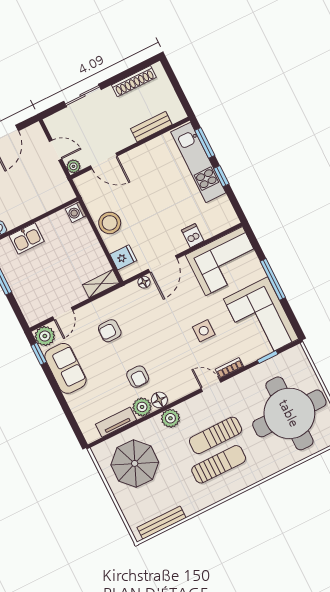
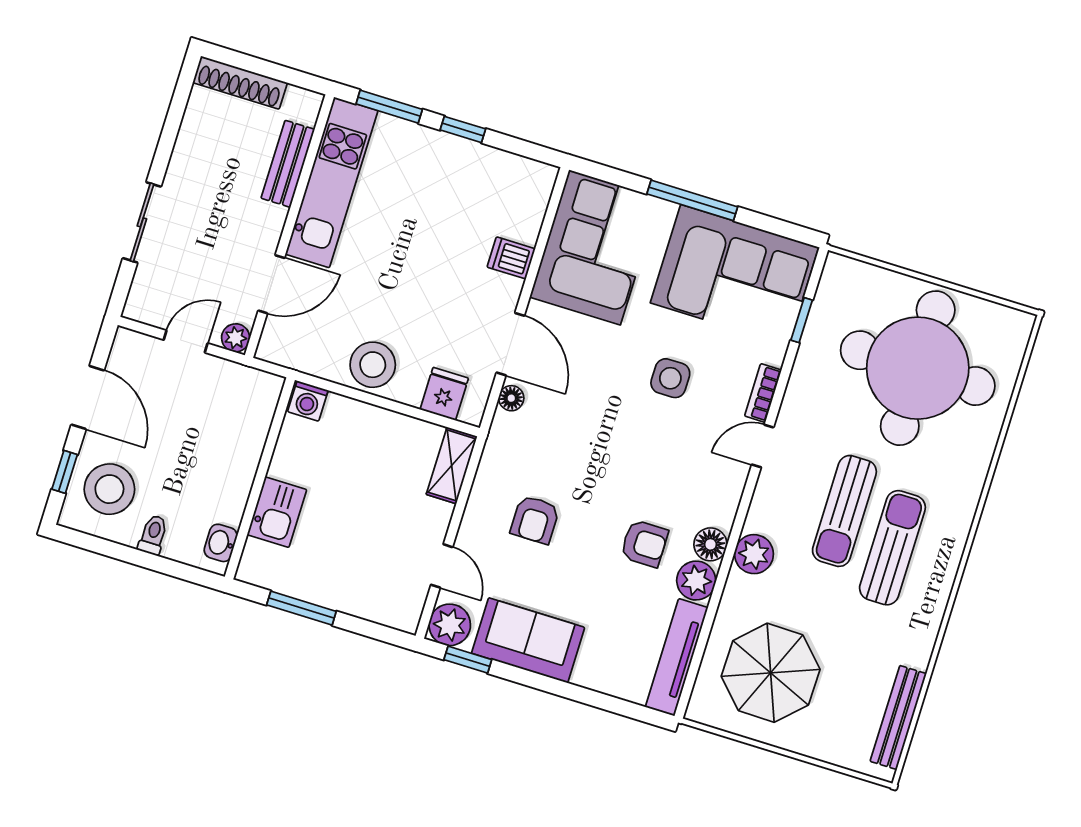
shoe rack: (134, 81) -> (240, 83), moved, turned 90
kitchen unit: (198, 162) -> (332, 182), moved, turned -90
tv unit: (116, 422) -> (677, 657), width x1.41

